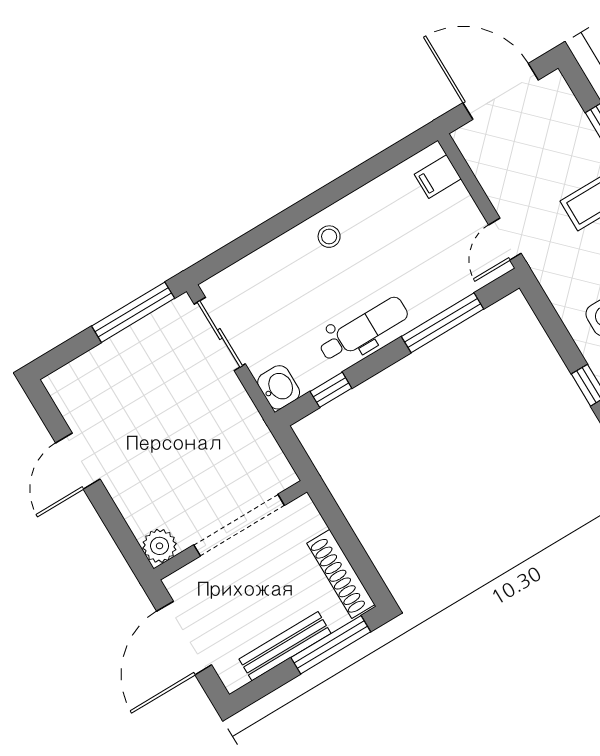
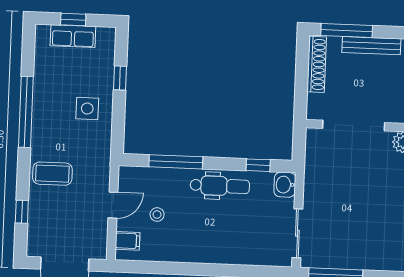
stool: (329, 237) -> (157, 215), moved
door: (505, 239) -> (113, 205), moved
dental chair: (364, 329) -> (220, 186), turned 180

